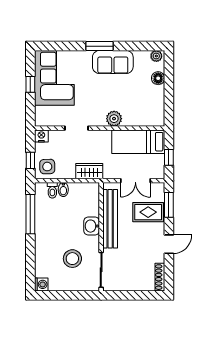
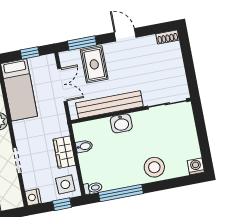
wardrobe: (89, 171) -> (64, 152), moved
toilet: (52, 190) -> (93, 188), moved
bidet: (63, 190) -> (84, 146), moved
stool: (72, 259) -> (154, 167), moved
shoe rack: (160, 277) -> (167, 37), width x0.70

